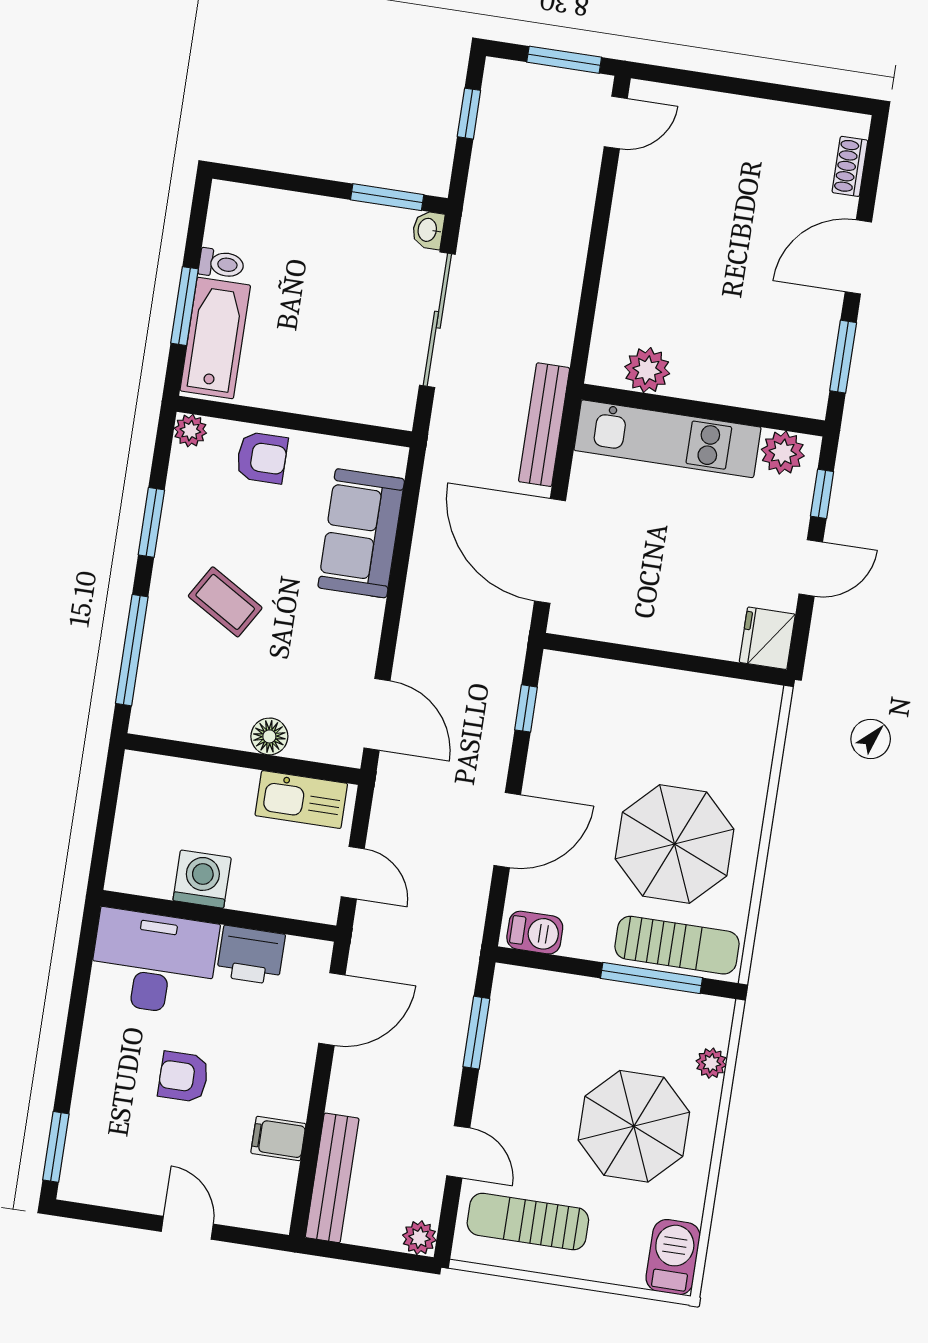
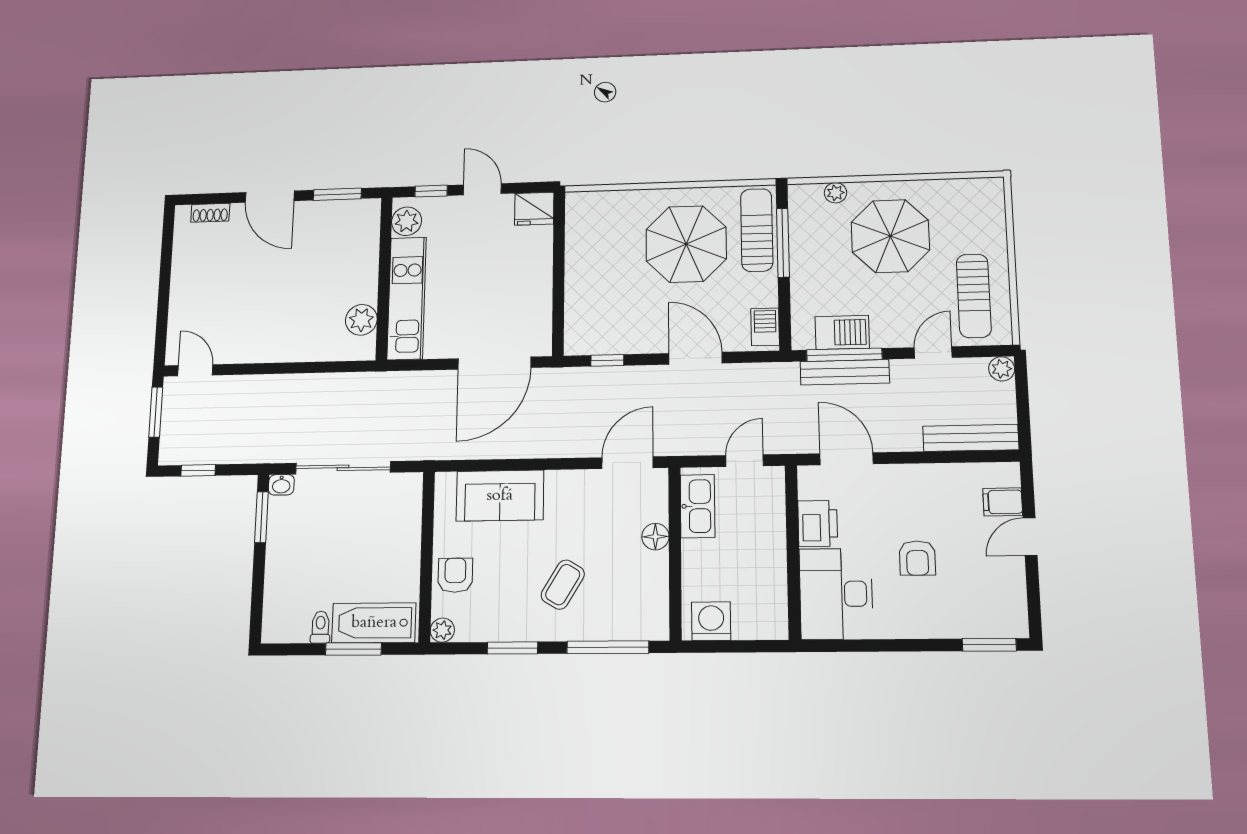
bench: (544, 425) -> (845, 372), moved
washing machine: (202, 879) -> (711, 621), moved, turned 90
window: (476, 1033) -> (844, 355), width x1.44
filing cabinet: (278, 1139) -> (1003, 502), moved, turned 90
barbecue: (673, 1257) -> (842, 332), moved, turned 180

